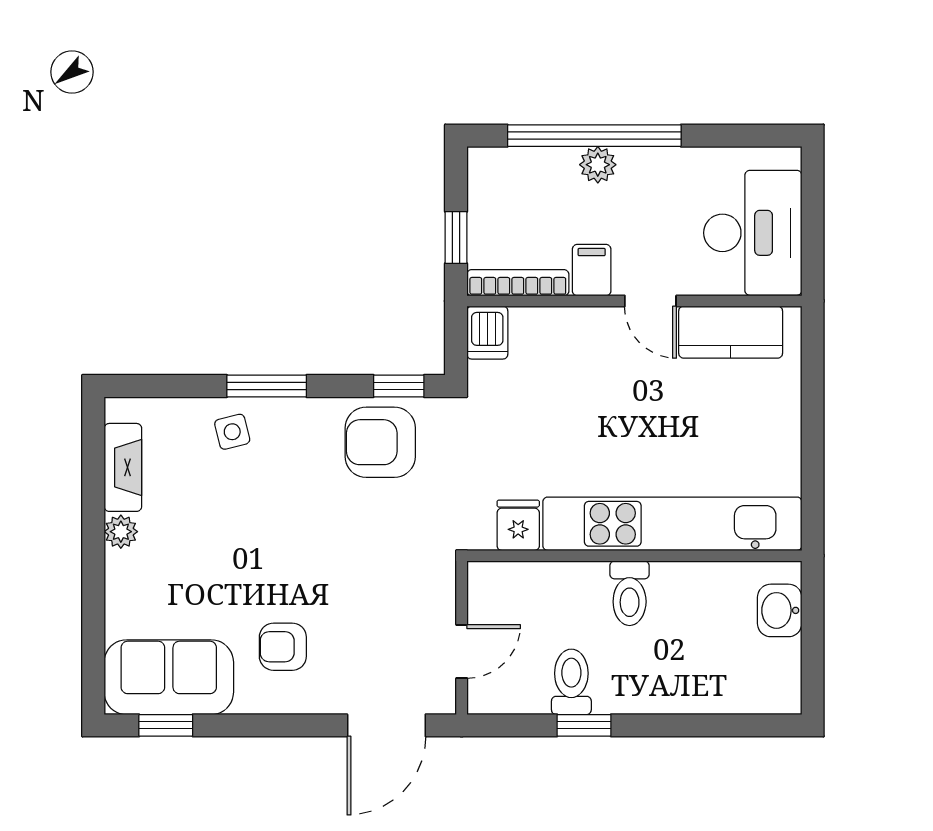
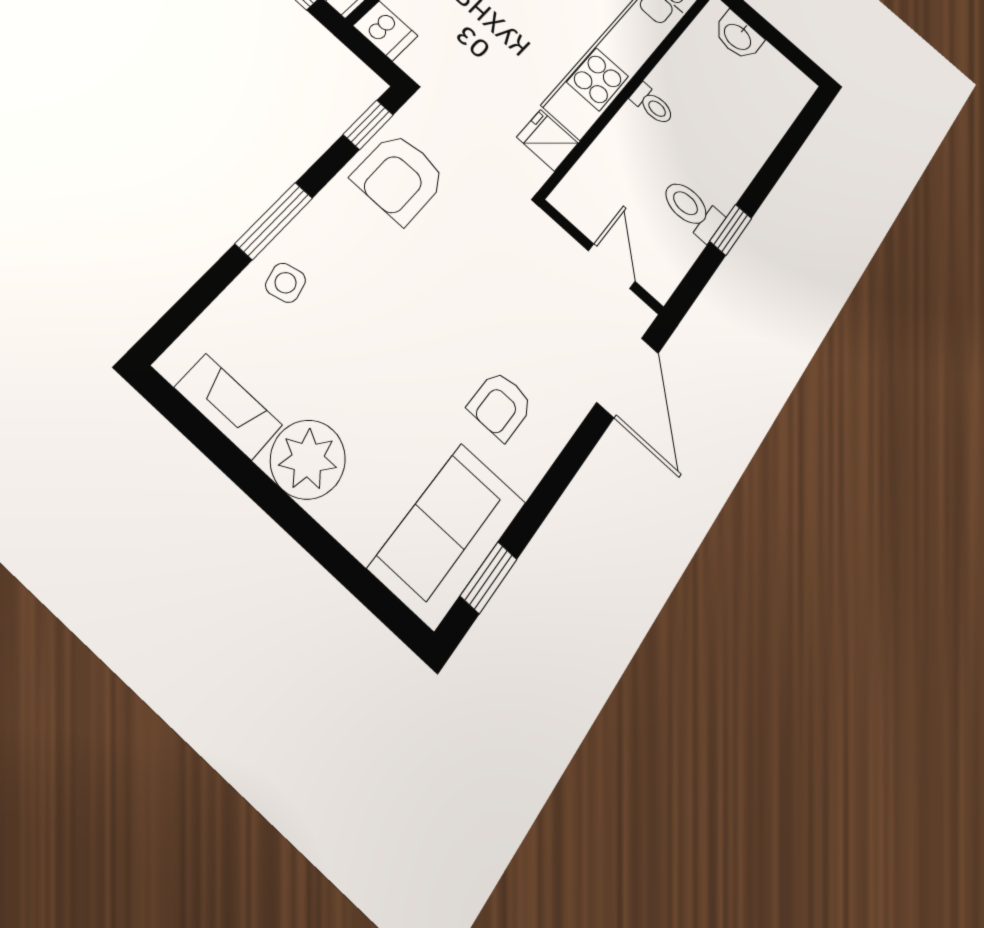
plant: (121, 532) -> (308, 459), width x1.88, depth x1.88
toilet: (630, 593) -> (652, 104), width x0.73, depth x0.72

